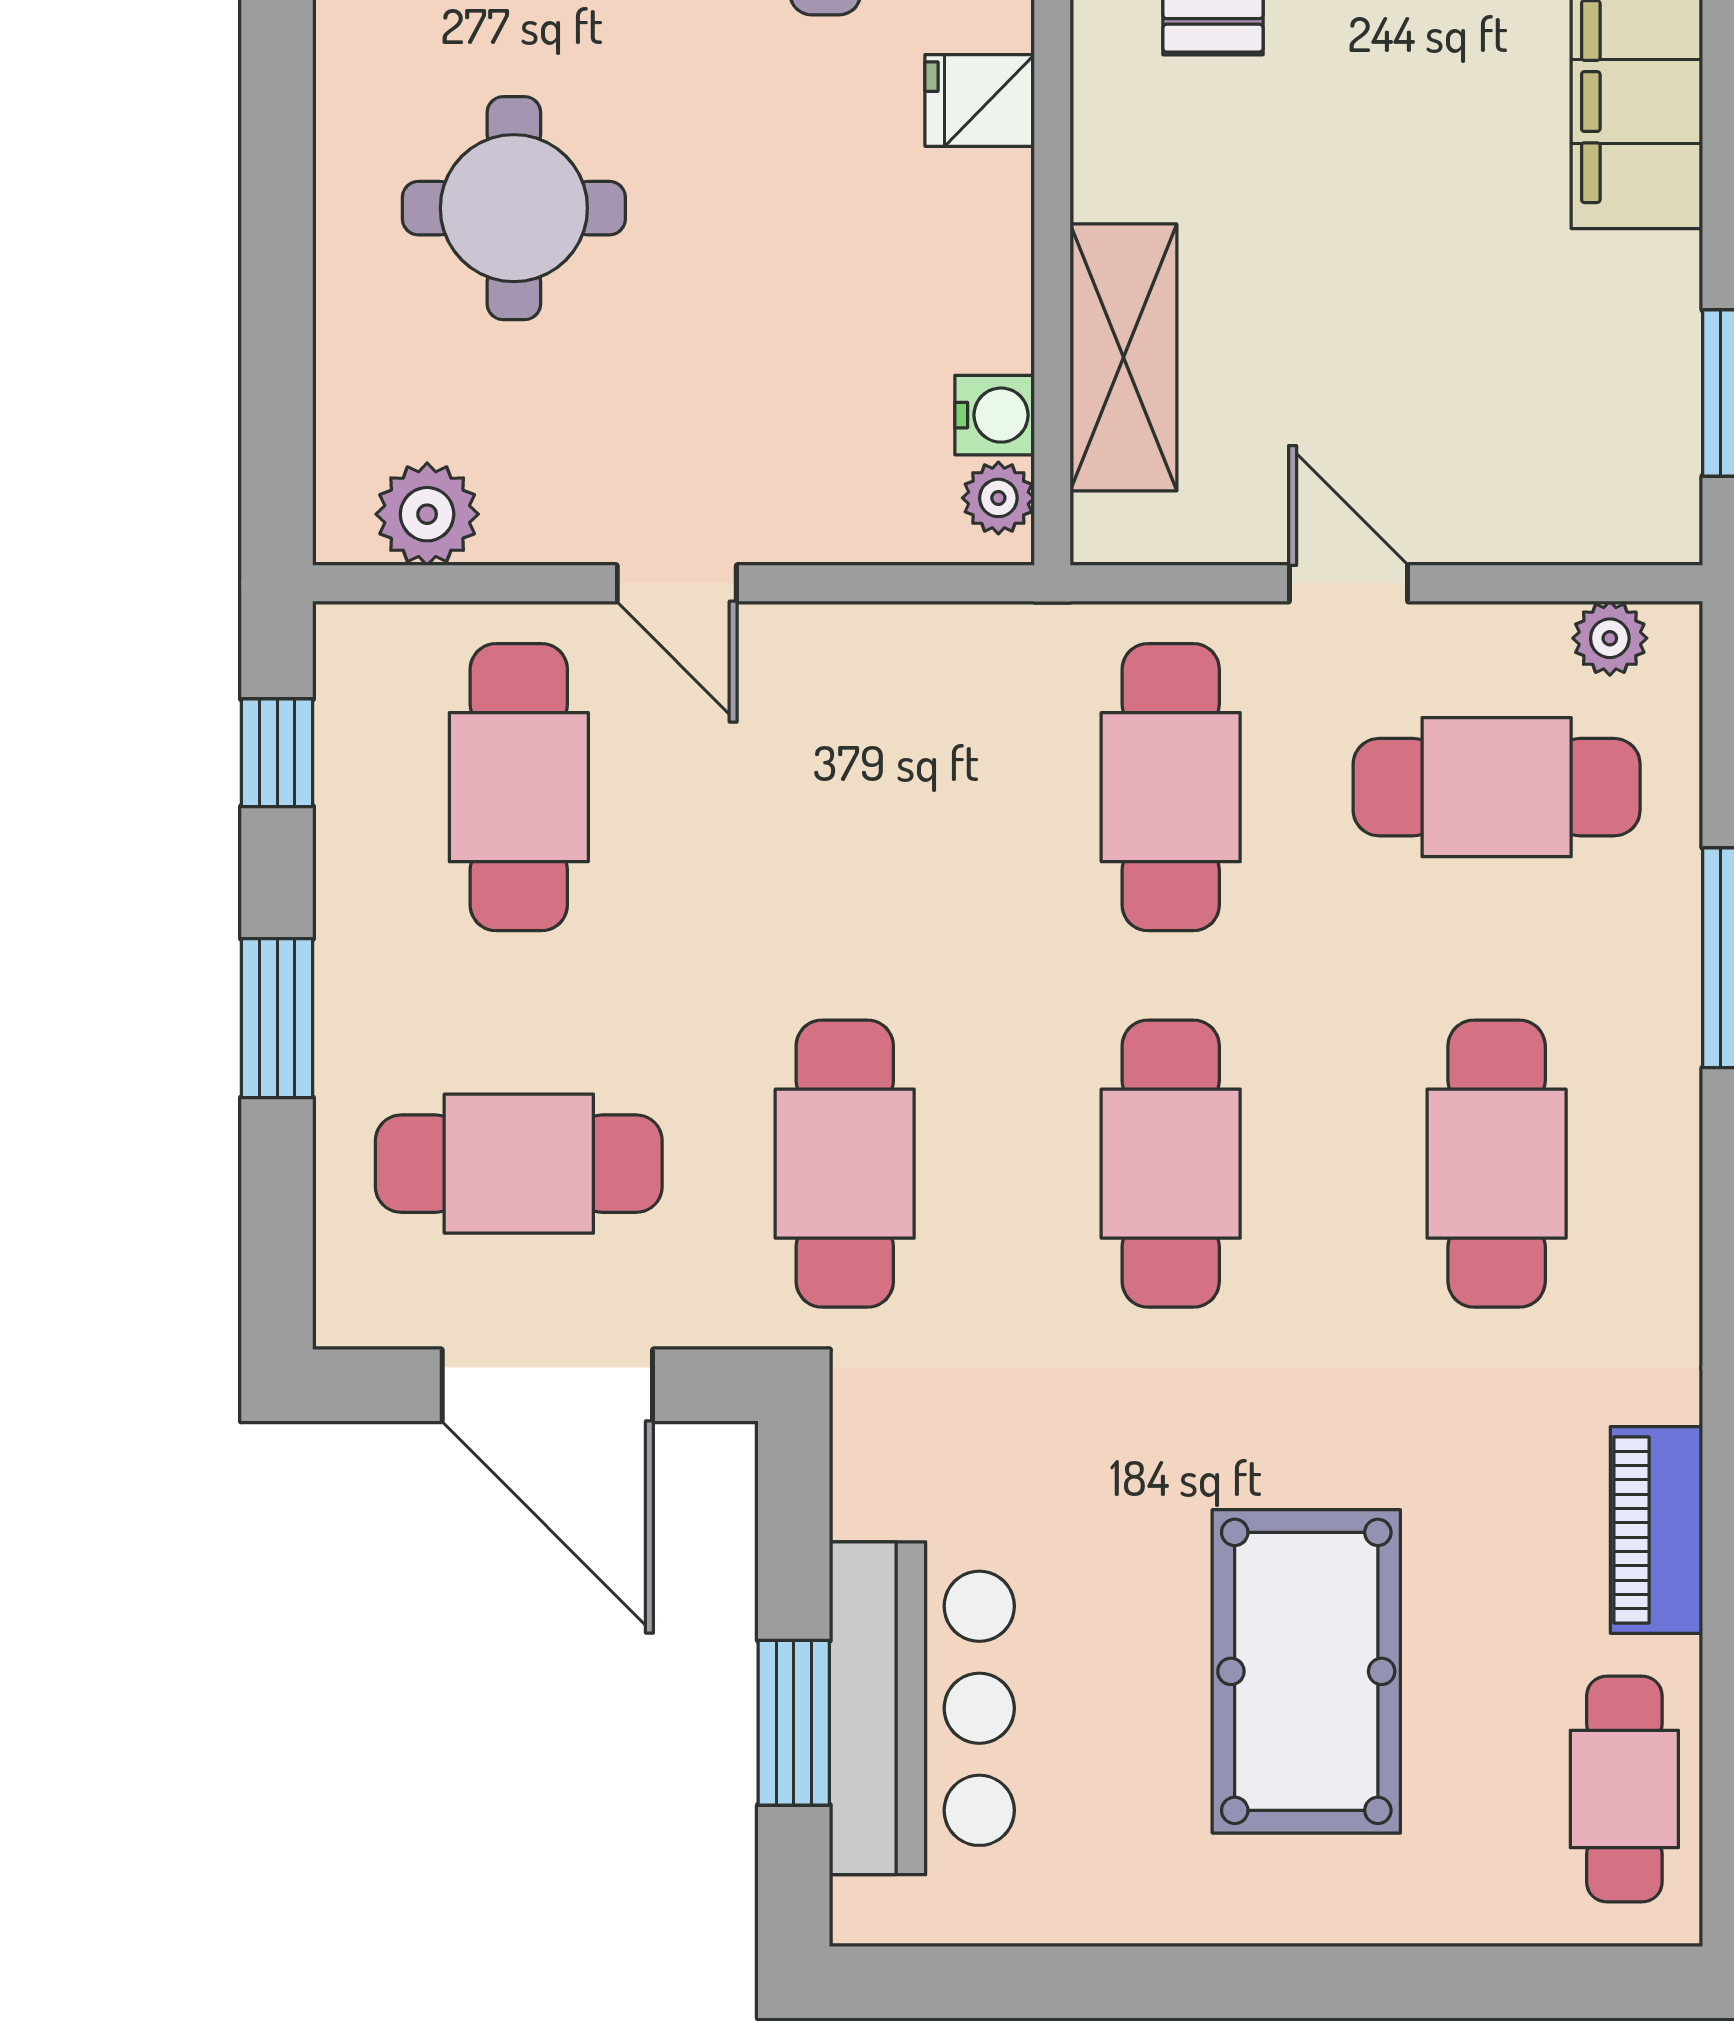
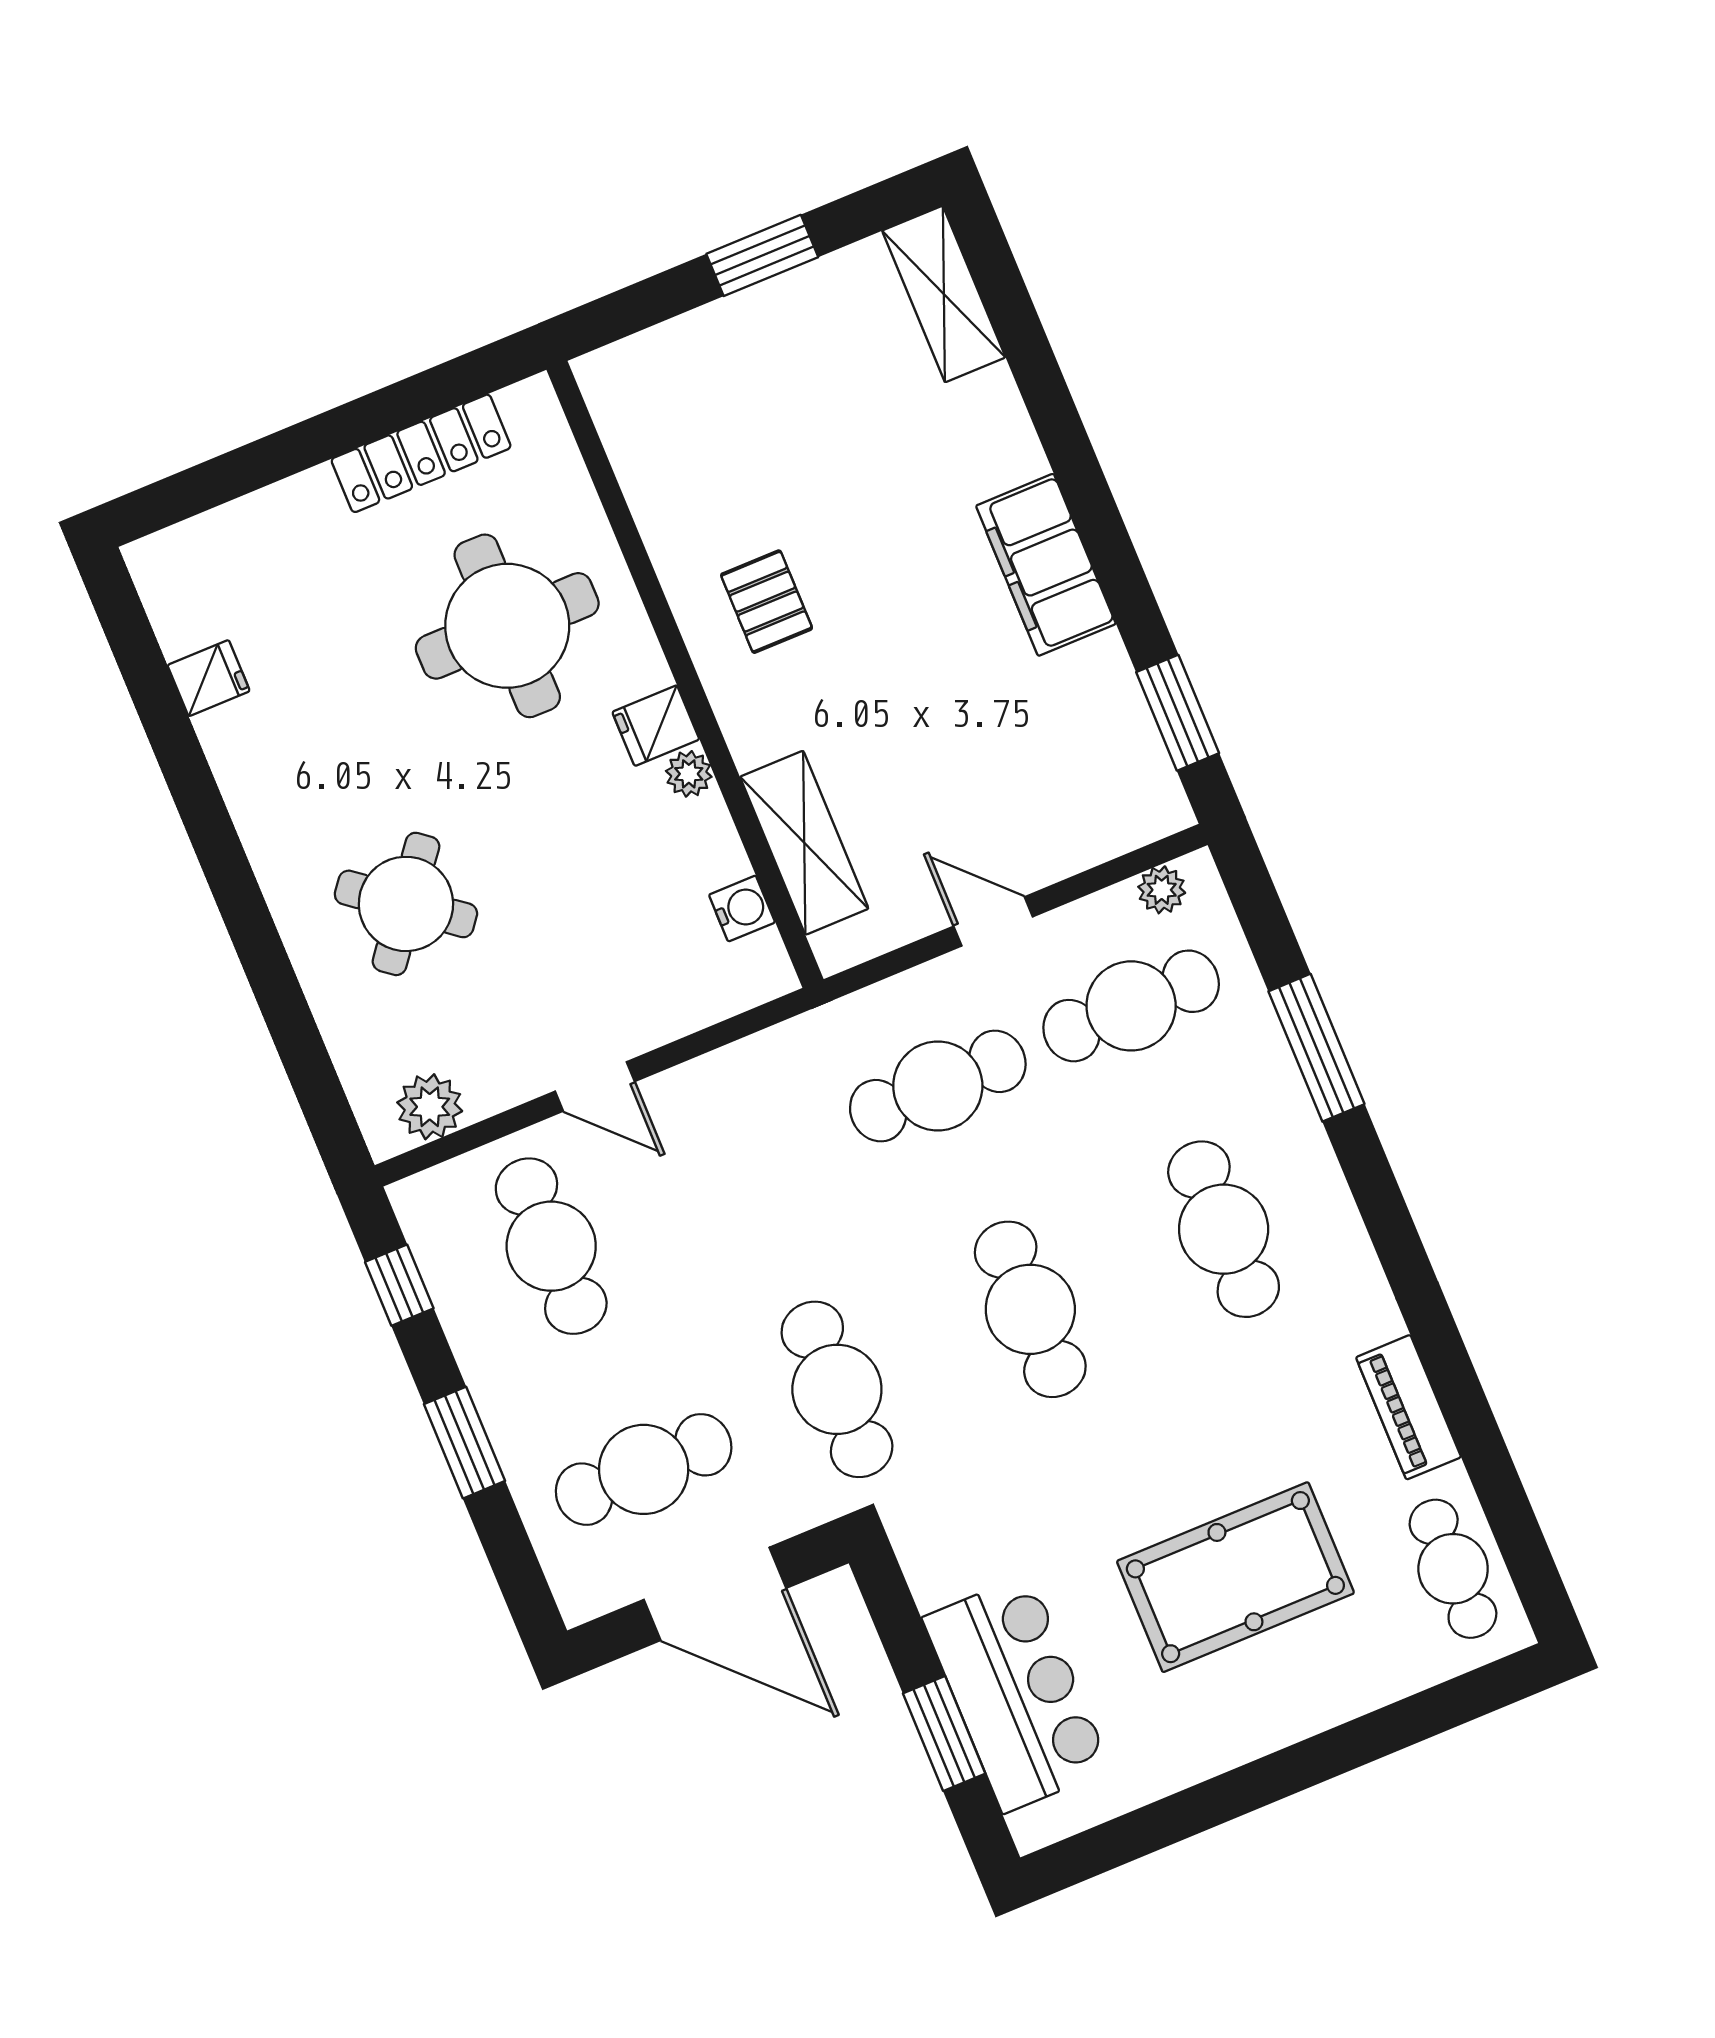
round table: (514, 208) -> (406, 904), turned 38
plant: (998, 498) -> (689, 774), moved
cafe table: (1171, 787) -> (938, 1086), turned 90
pool table: (1306, 1671) -> (1235, 1577), turned 90

